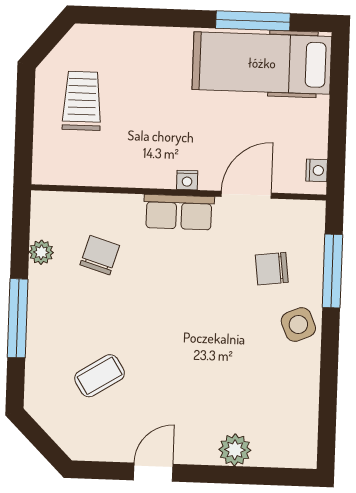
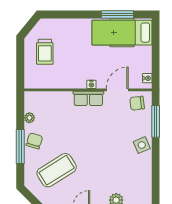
trolley: (82, 101) -> (45, 52), turned 180
chair: (100, 255) -> (34, 141), moved
chair: (272, 269) -> (137, 103), moved
coffee table: (100, 376) -> (57, 170), width x1.86, depth x1.72

